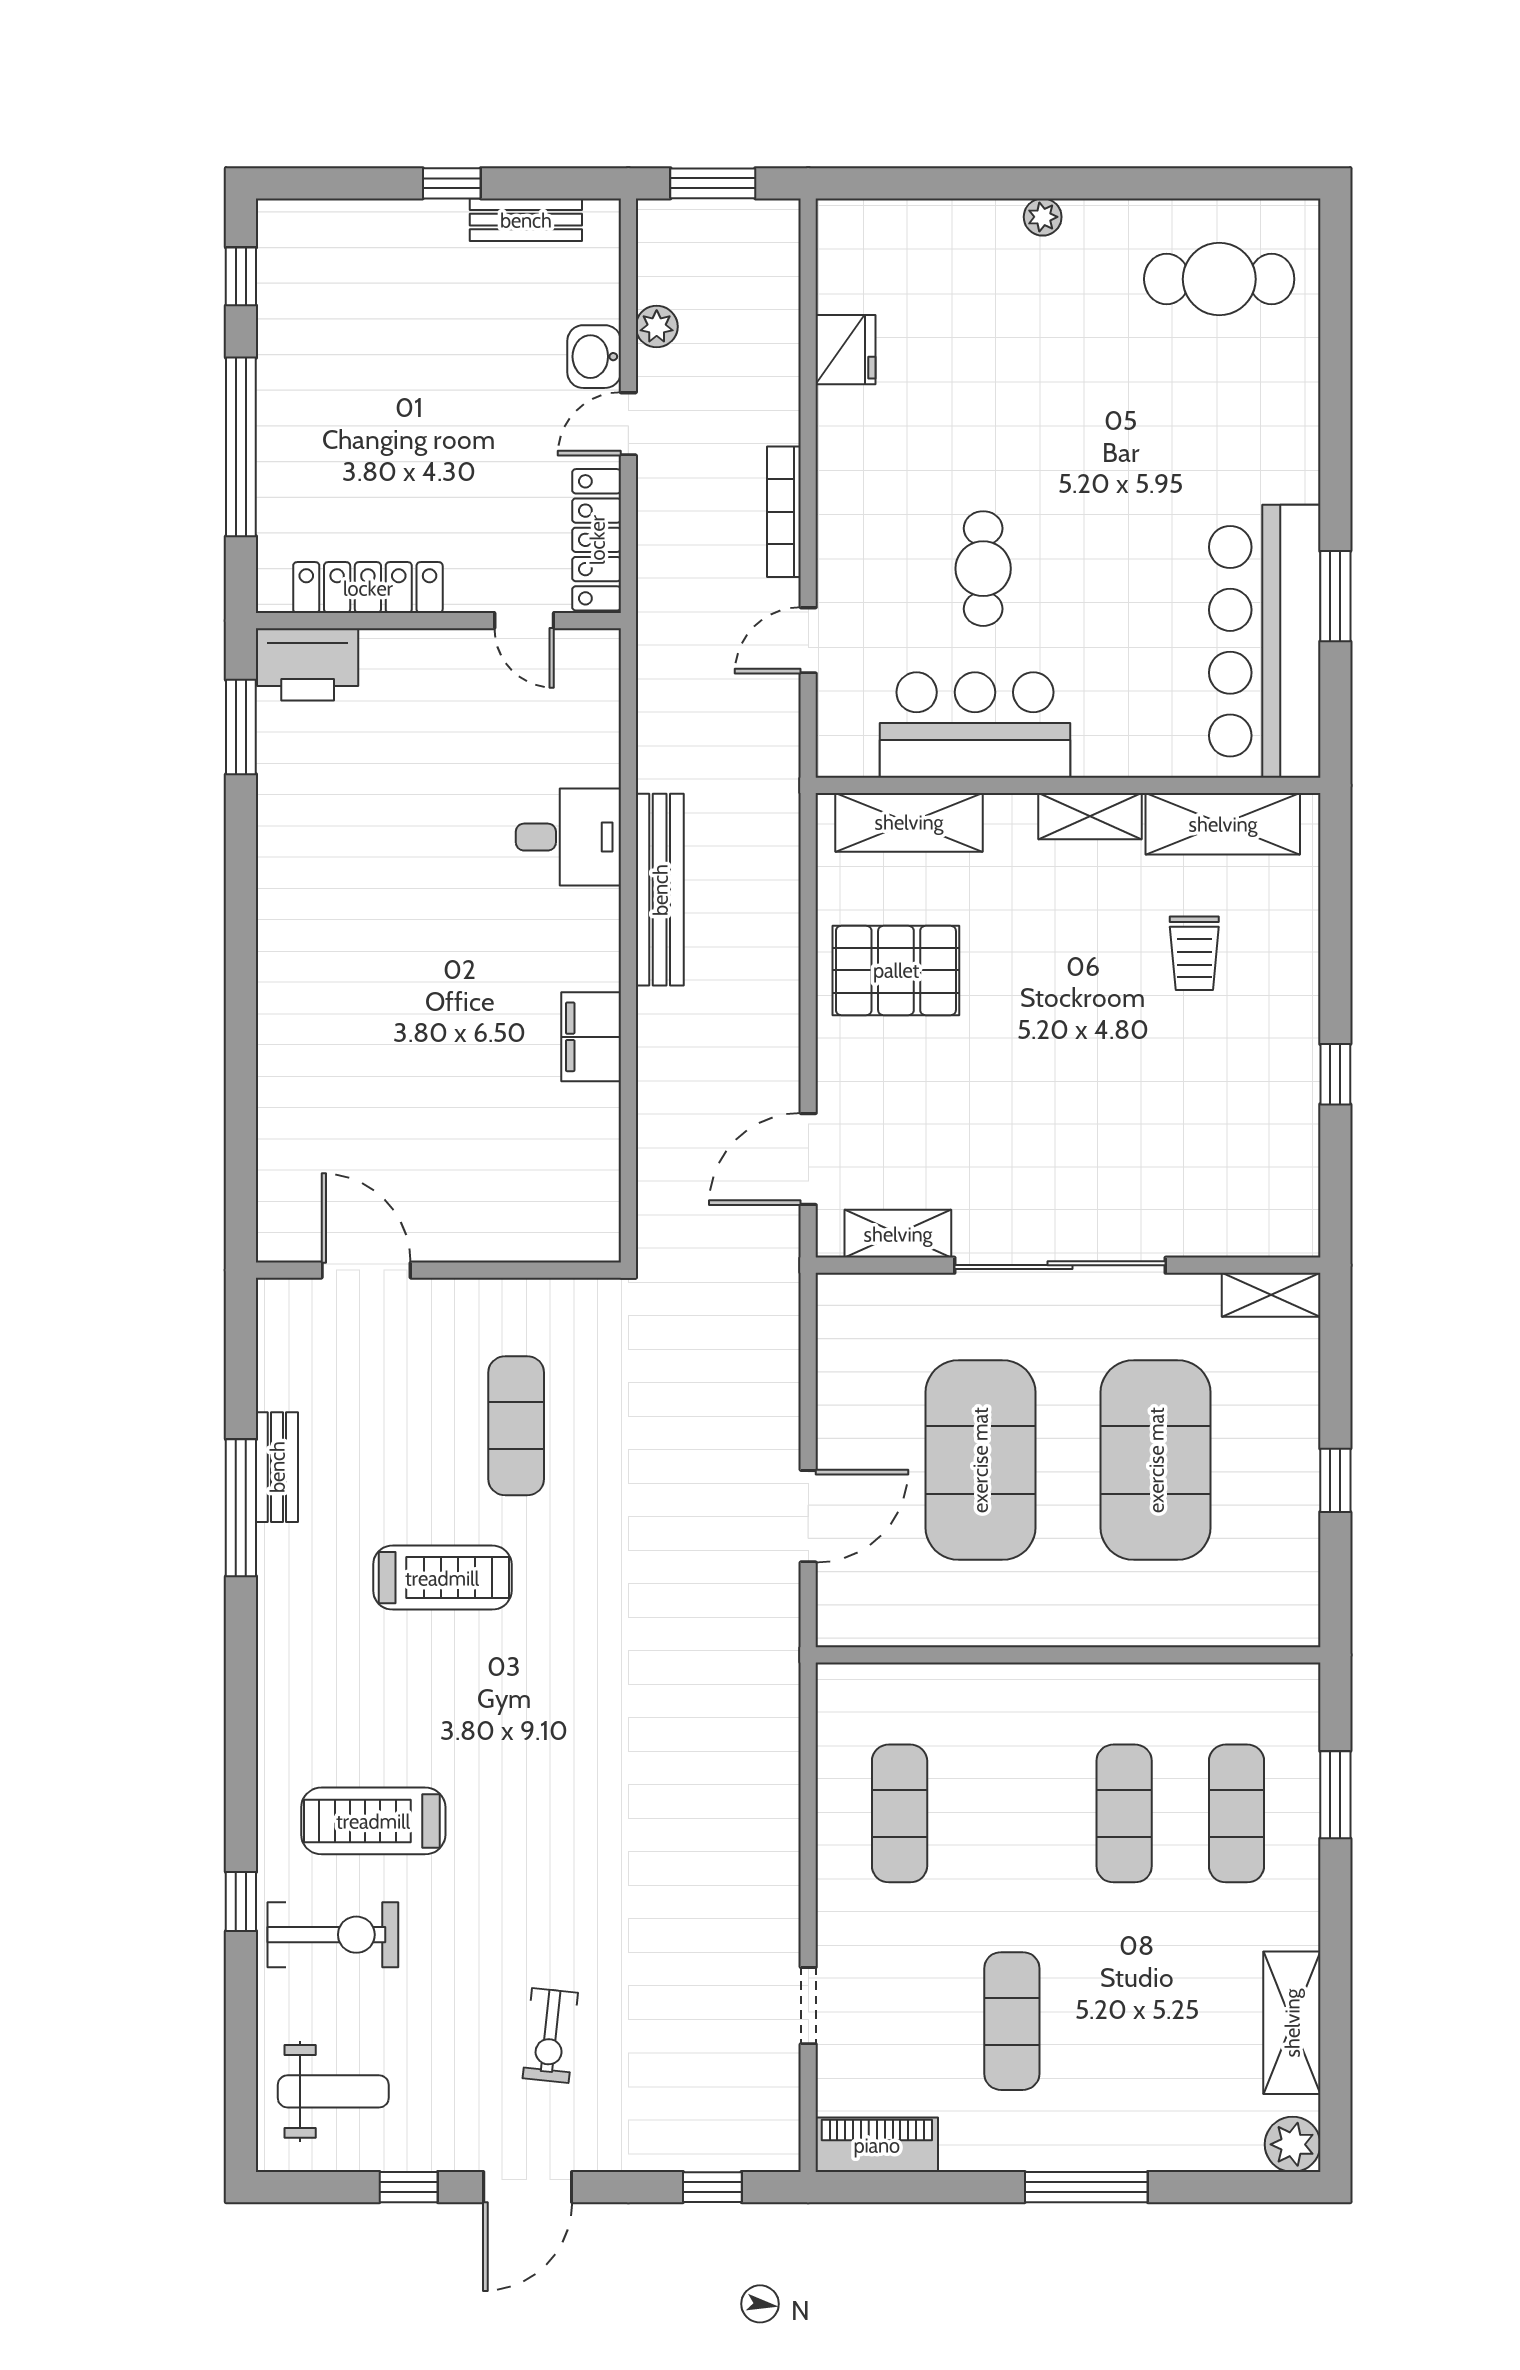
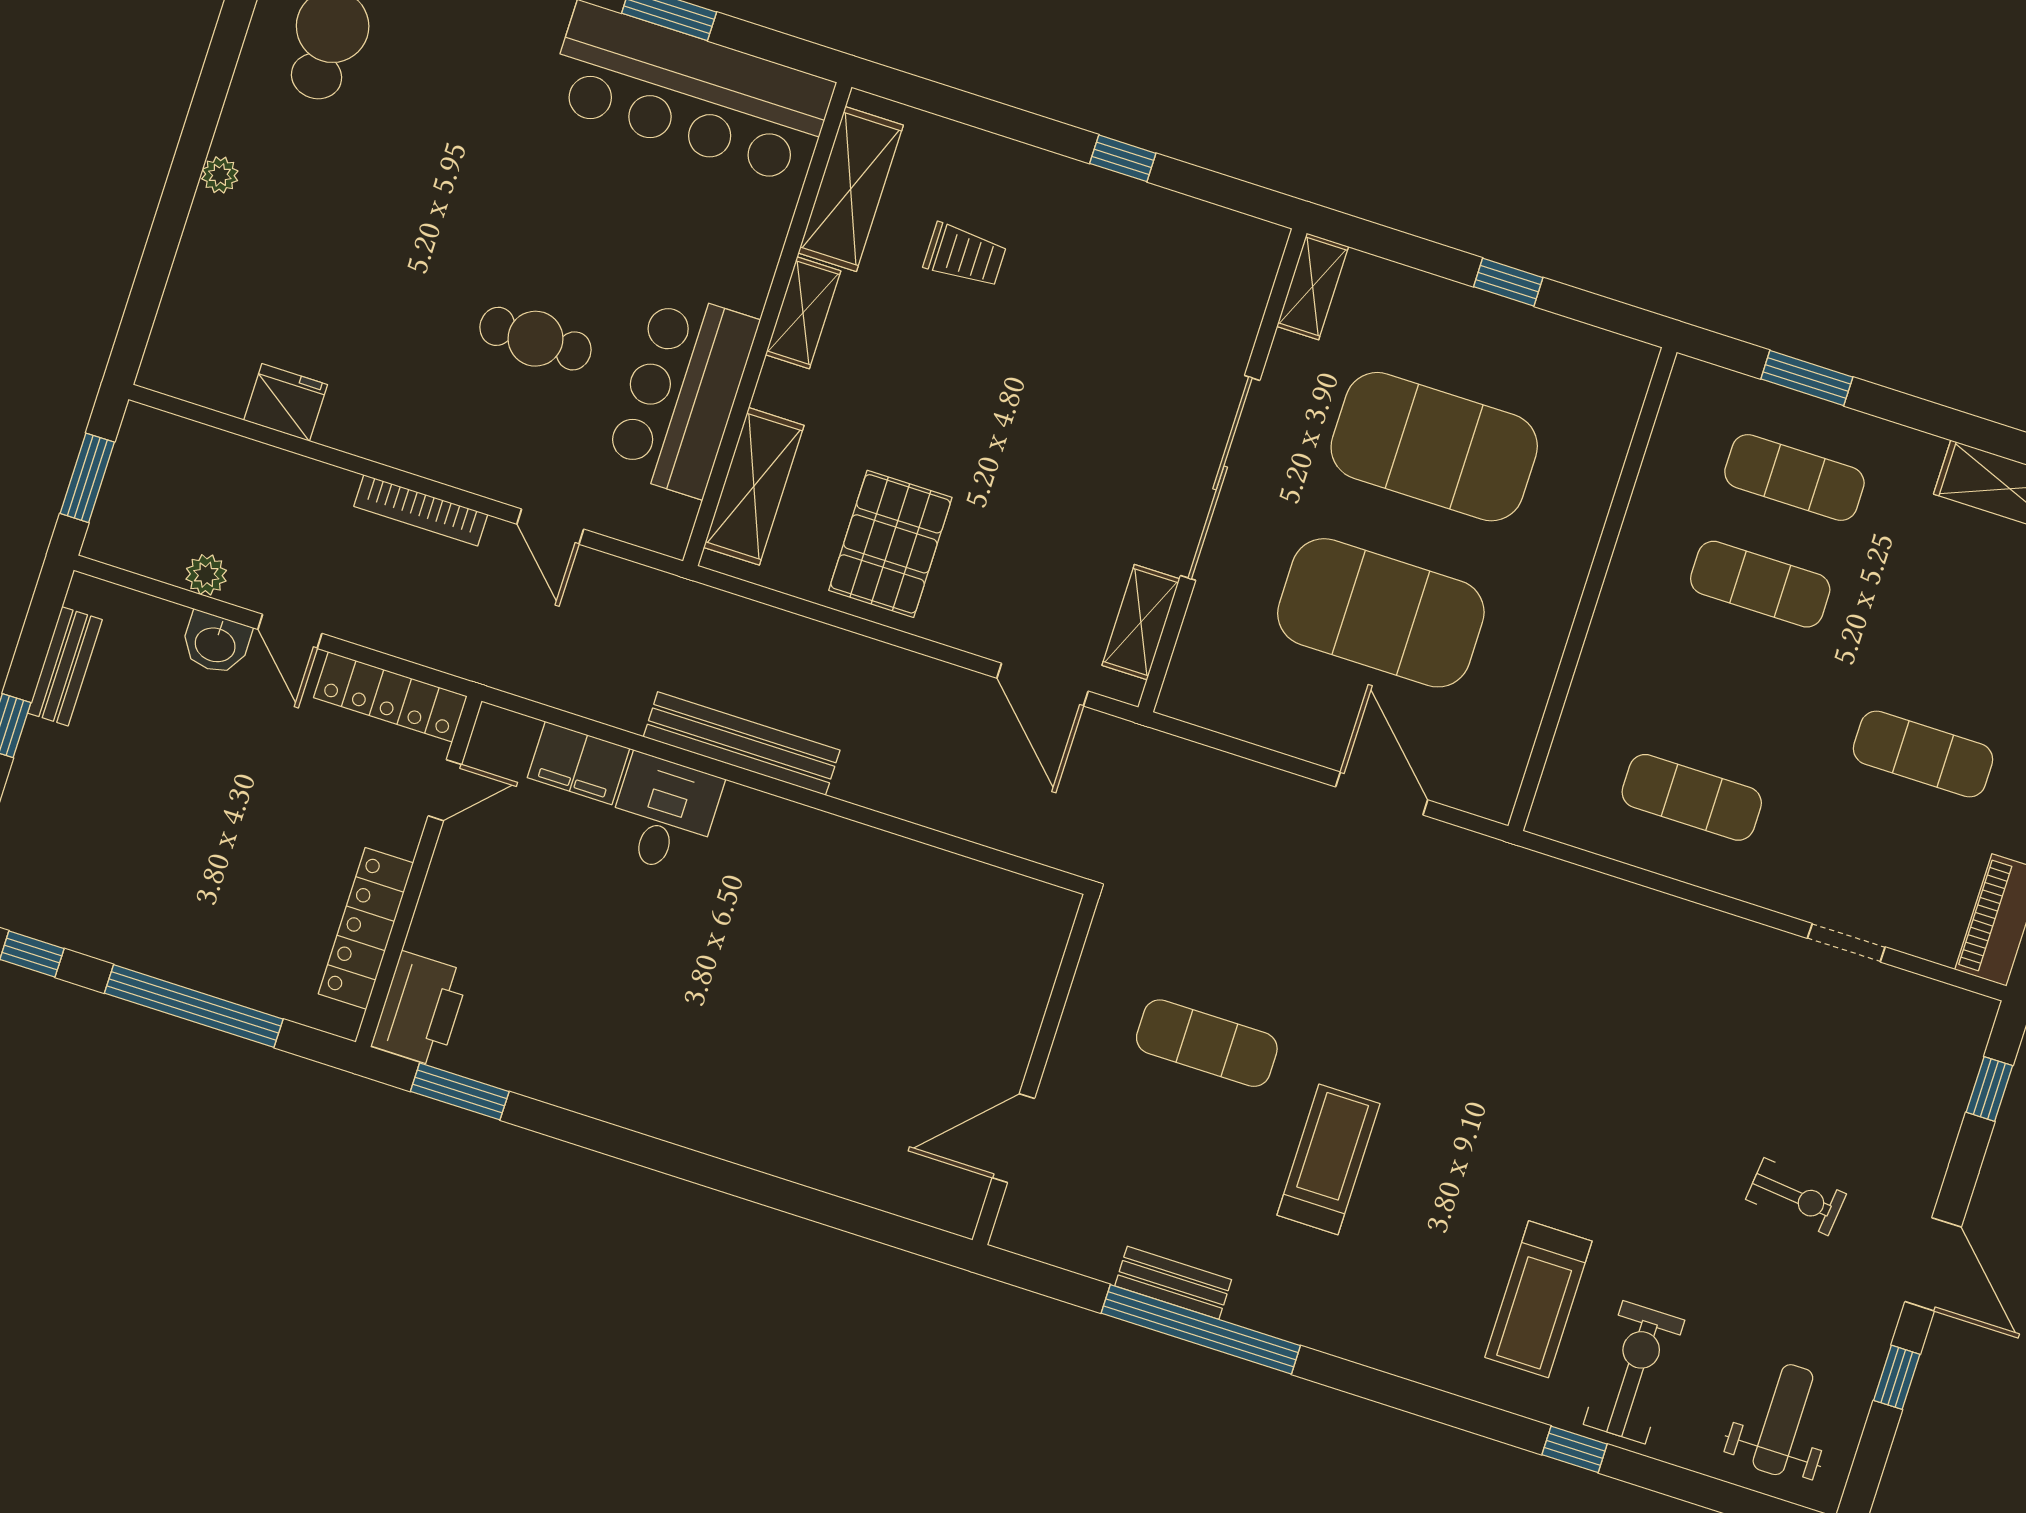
filing cabinet: (591, 1037) -> (579, 763), moved
window: (241, 1508) -> (1201, 1329), width x1.46

